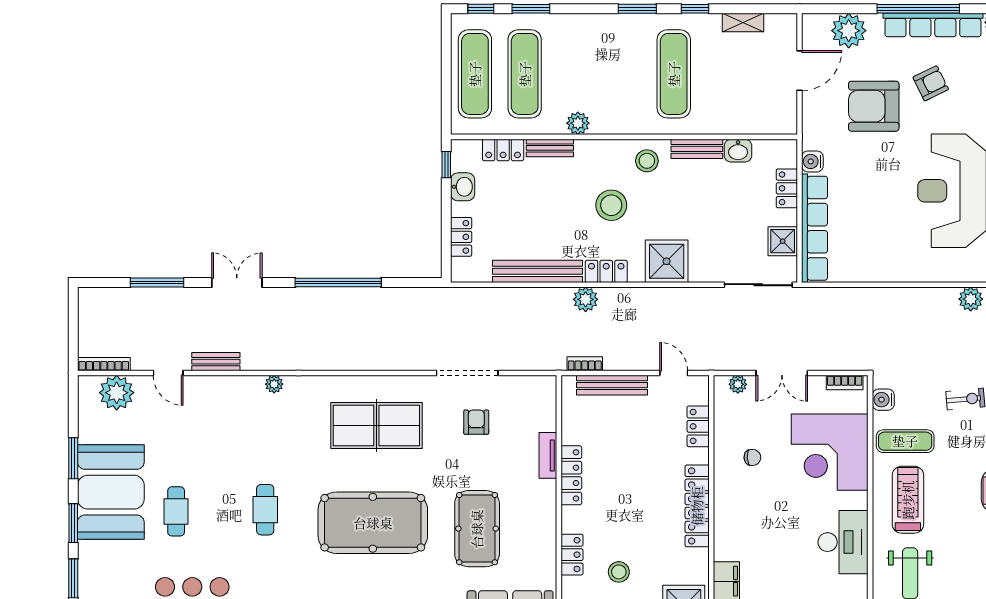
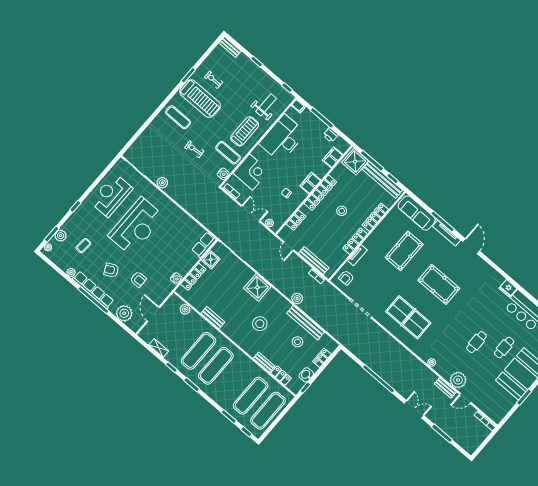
door: (800, 71) -> (153, 314), hinge flipped
exercise mat: (624, 74) -> (216, 366), added
armchair: (874, 106) -> (138, 279), width x0.53, depth x0.53
plant: (578, 123) -> (185, 309), moved
washbasin: (738, 151) -> (199, 305), removed
stool: (647, 161) -> (297, 342), moved
locker: (787, 188) -> (193, 277), width x1.53
row of seats: (815, 228) -> (204, 245), width x0.50
locker: (606, 271) -> (281, 302), removed
double door: (237, 283) -> (414, 409), swing flipped
door: (168, 373) -> (465, 398), swing flipped
plant: (117, 393) -> (458, 380), moved
armchair: (476, 422) -> (346, 278), moved
corner desk: (830, 452) -> (251, 172), width x0.74, depth x0.74
treadmill: (908, 500) -> (245, 131), turned 180
filing cabinet: (727, 508) -> (310, 183), added
cafe table: (265, 510) -> (477, 342), moved
pool table: (373, 523) -> (439, 284), width x0.73, depth x0.76
desk: (843, 542) -> (283, 138), width x1.36, depth x1.30
locker: (572, 555) -> (375, 217), width x1.53
stool: (619, 572) -> (342, 211), moved

